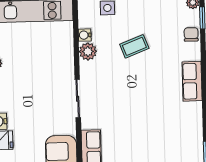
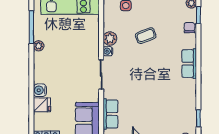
water cooler: (85, 35) -> (108, 51), moved

